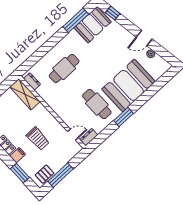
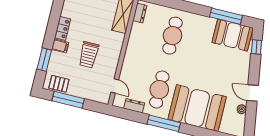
cafe table: (64, 69) -> (173, 36), turned 90
window: (124, 117) -> (164, 123), width x1.44
dresser: (89, 137) -> (134, 106), moved

